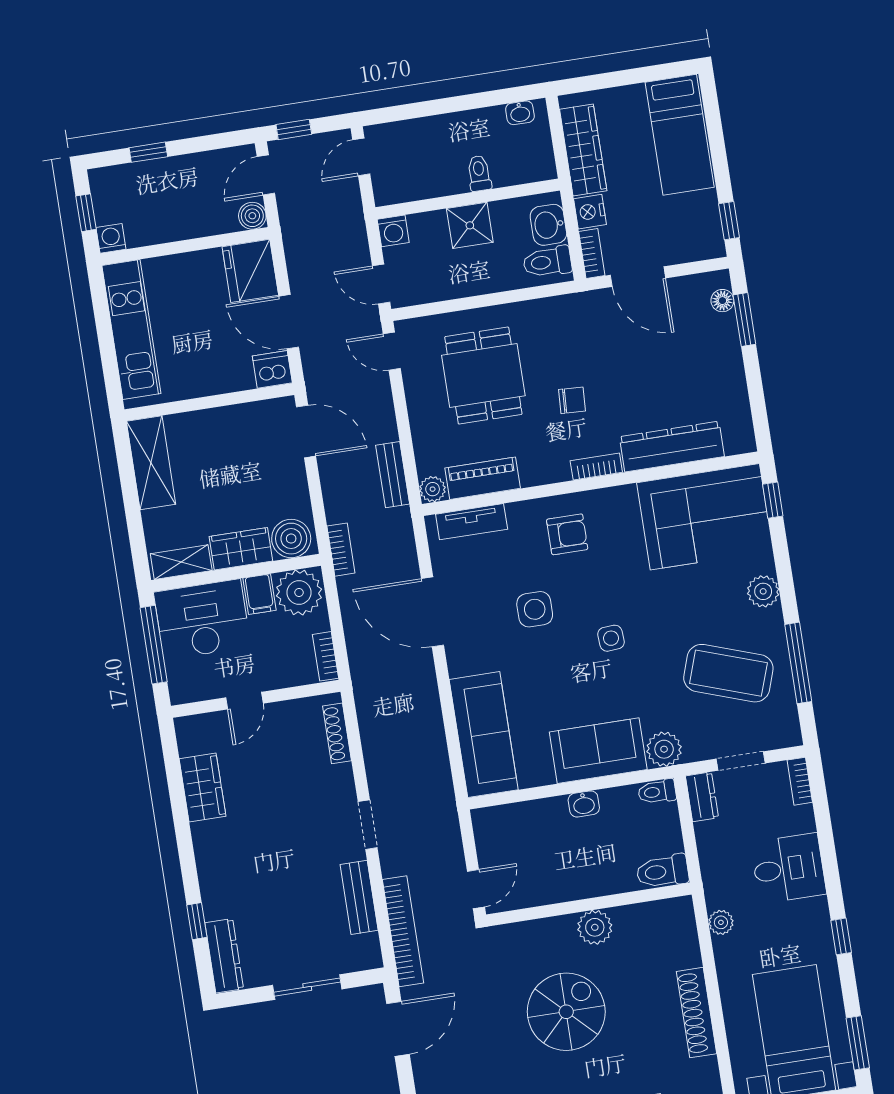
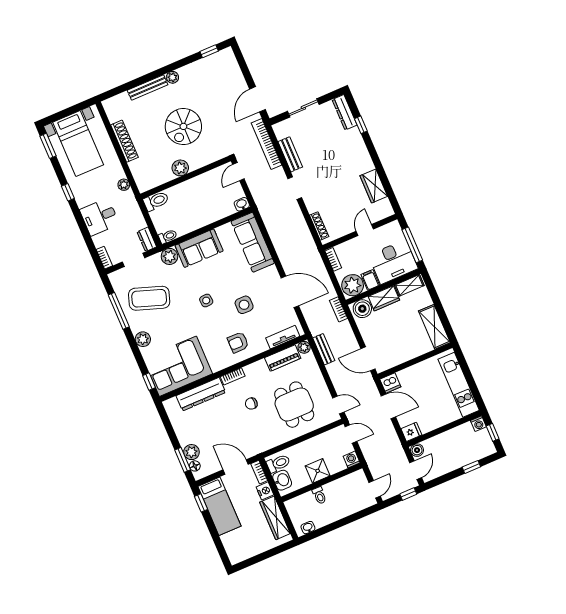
bed: (680, 135) -> (219, 506), moved, turned 180
fridge: (250, 271) -> (411, 432), width x0.53, depth x0.75
plant: (722, 331) -> (191, 452), added
washbasin: (584, 804) -> (242, 204), moved

